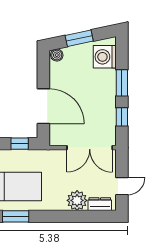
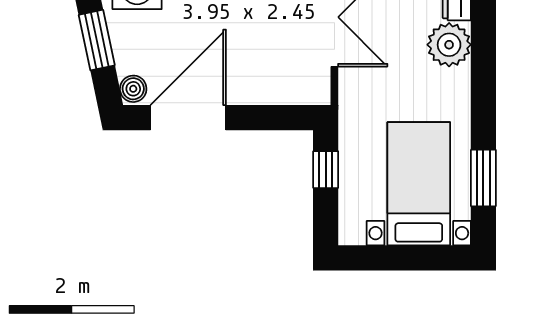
door: (43, 106) -> (188, 118), moved

